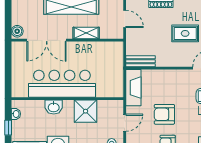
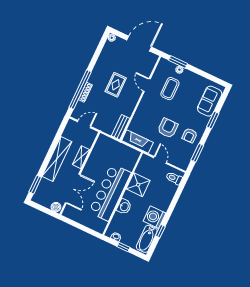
armchair: (164, 114) -> (168, 128), turned 180

